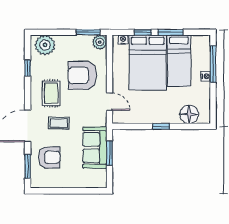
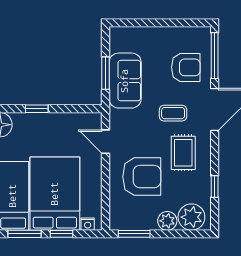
plant: (100, 42) -> (167, 221), moved
armchair: (49, 157) -> (186, 67), turned 180
window: (28, 166) -> (215, 56), width x1.44

